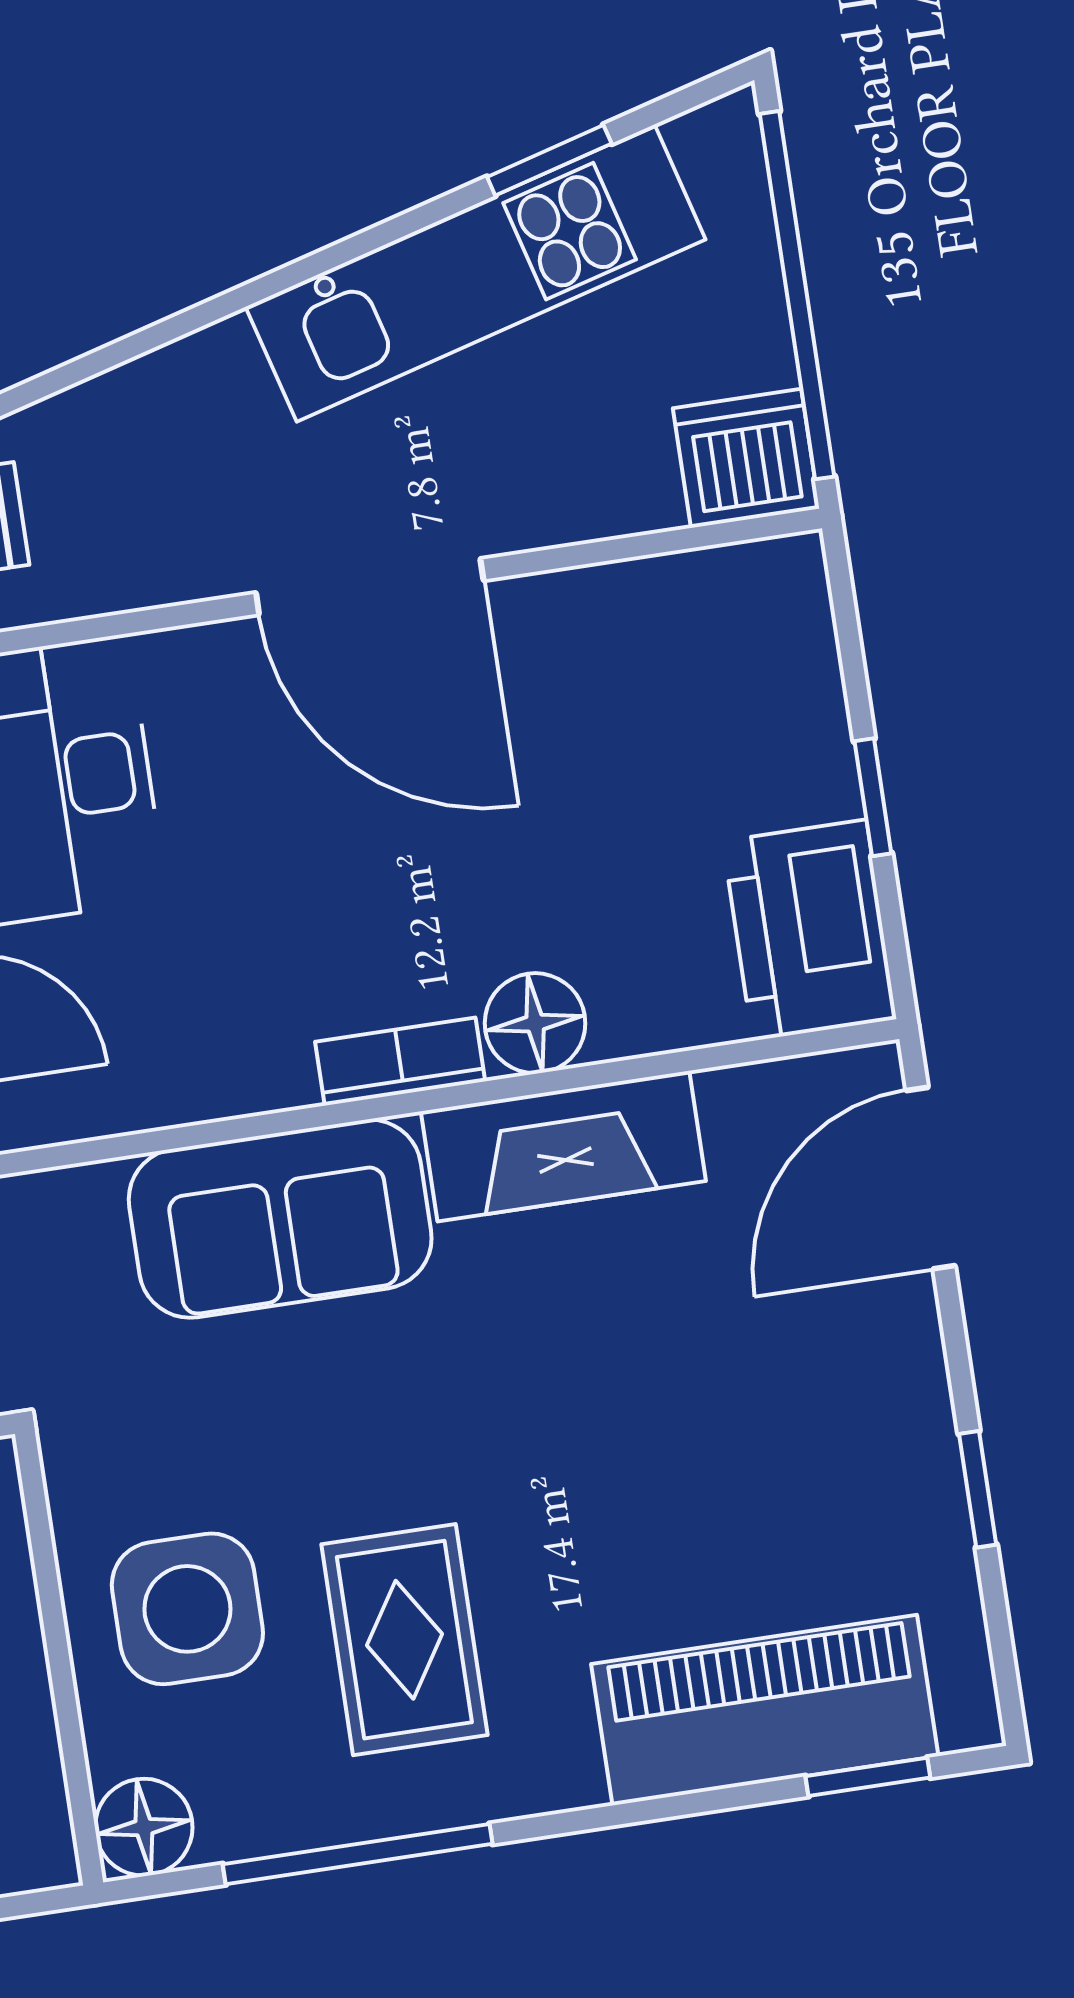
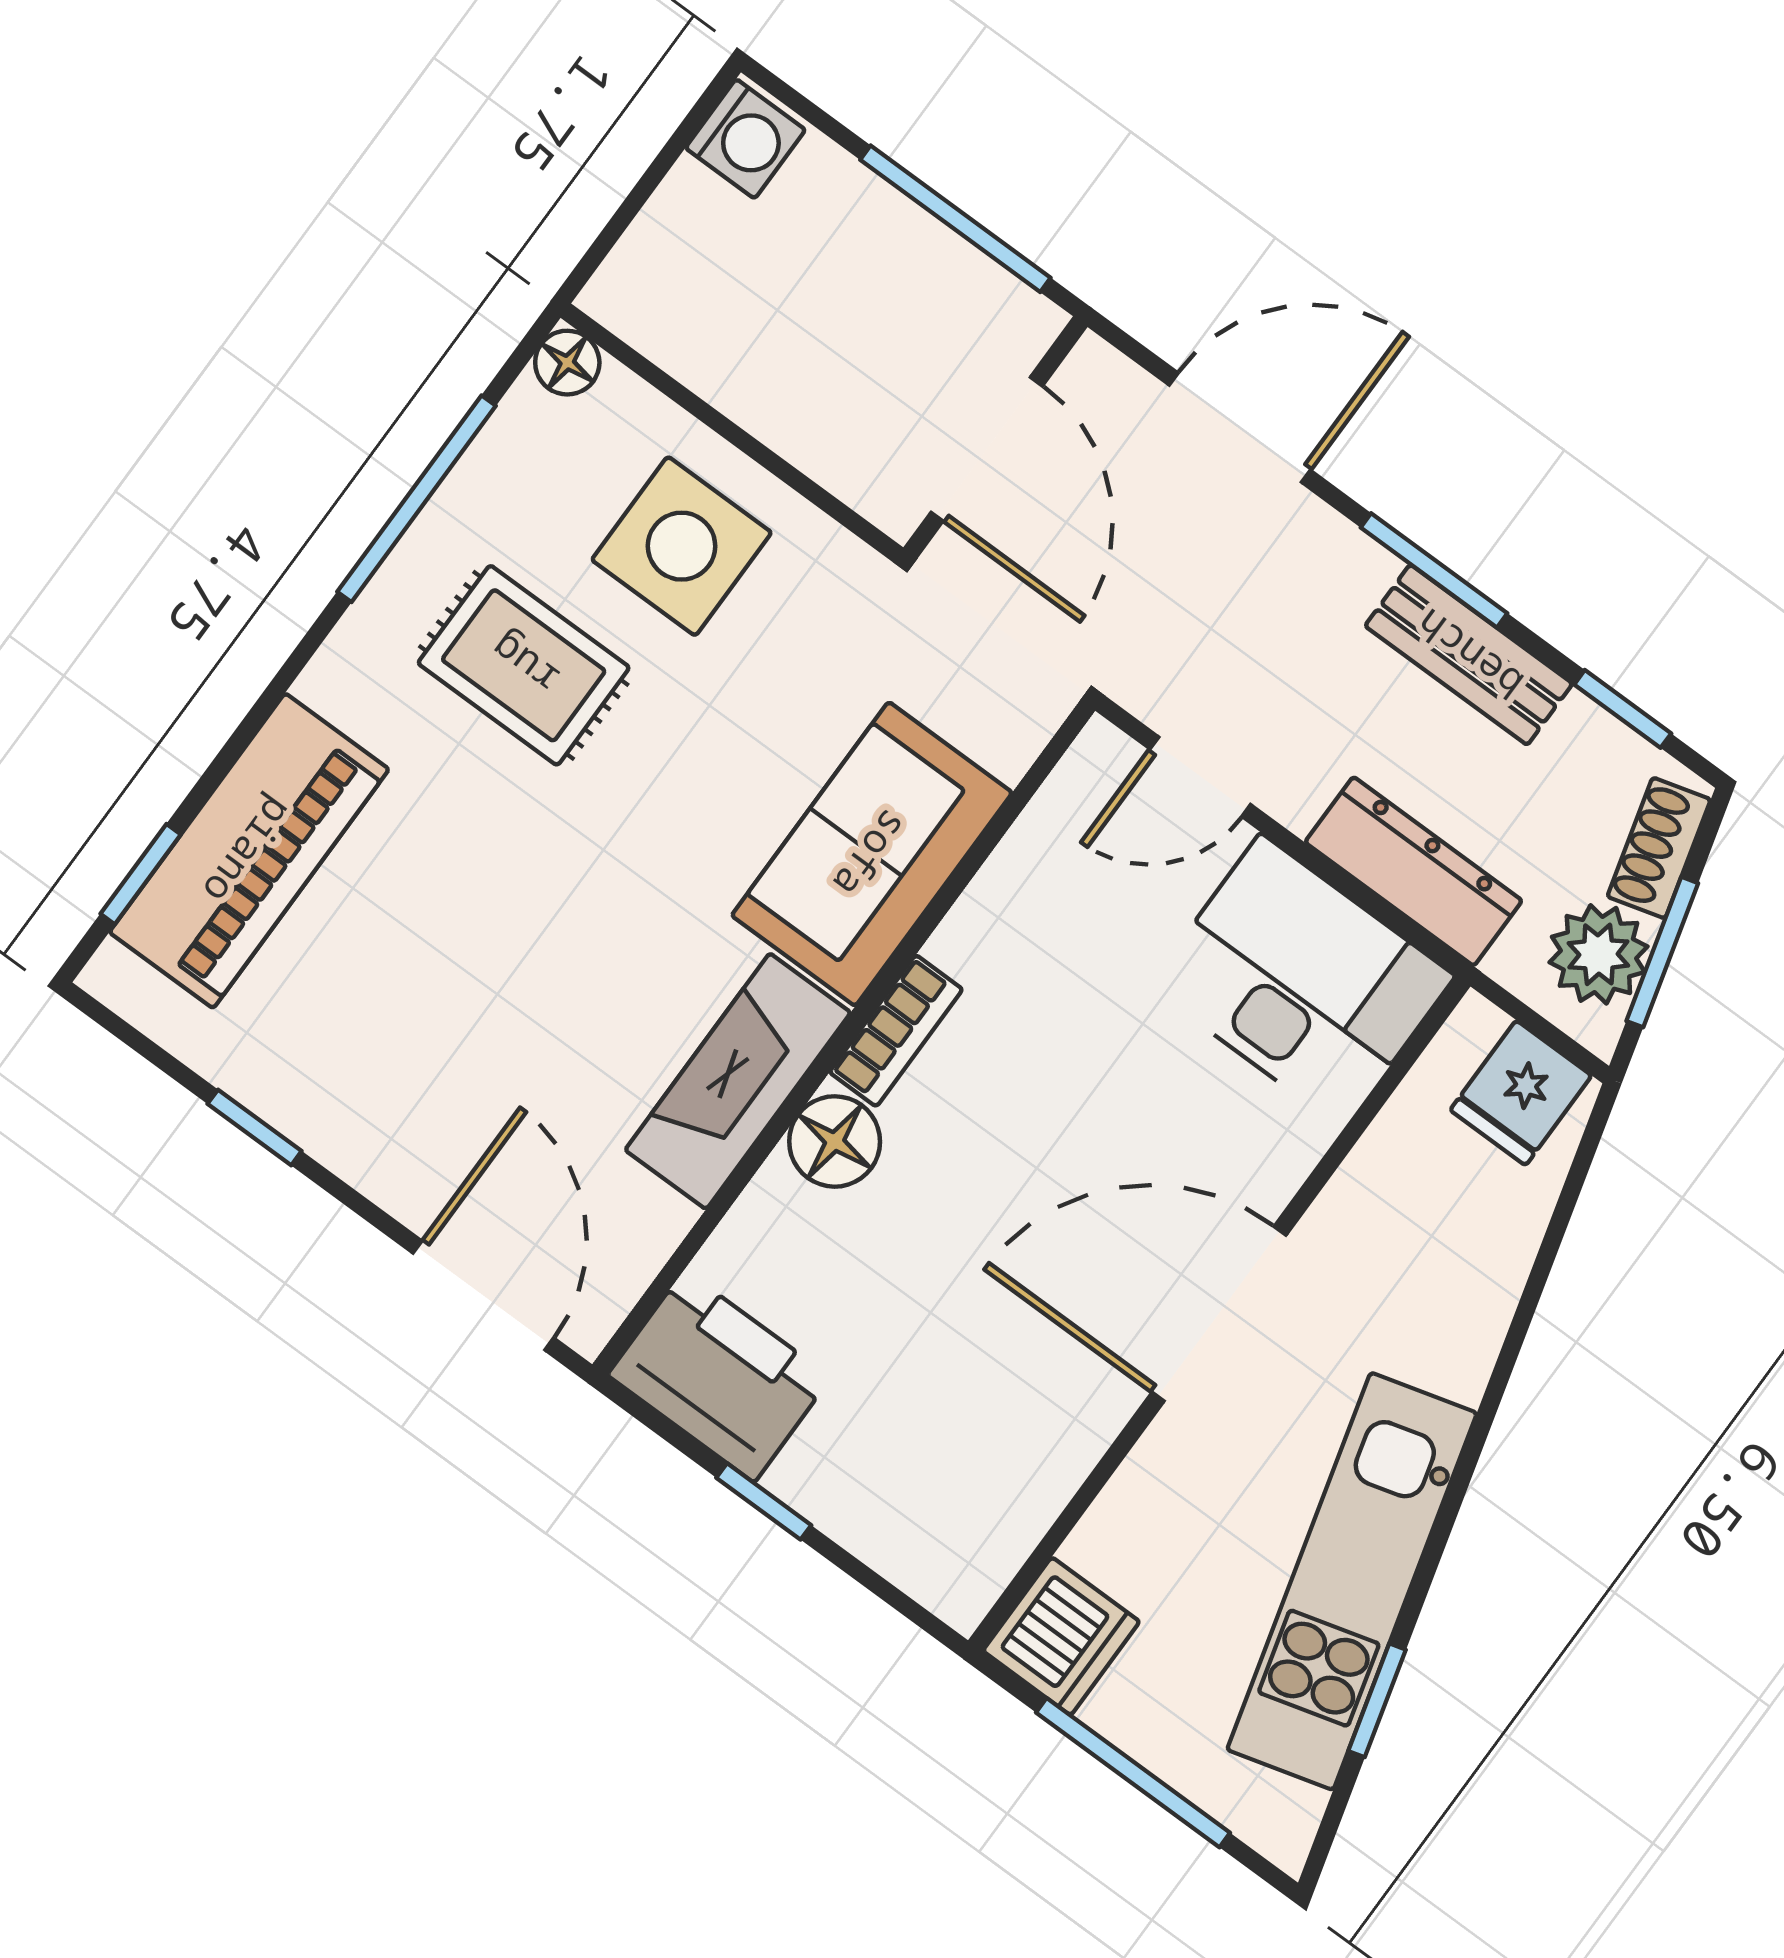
window: (797, 295) -> (1133, 1773), width x0.68
floor lamp: (144, 1827) -> (567, 363), width x0.73, depth x0.73

